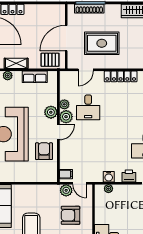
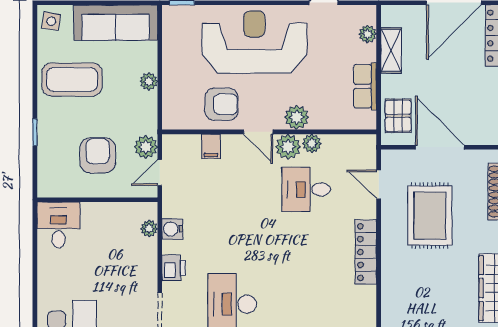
filing cabinet: (66, 174) -> (211, 146), moved
plant: (32, 189) -> (149, 81), added

